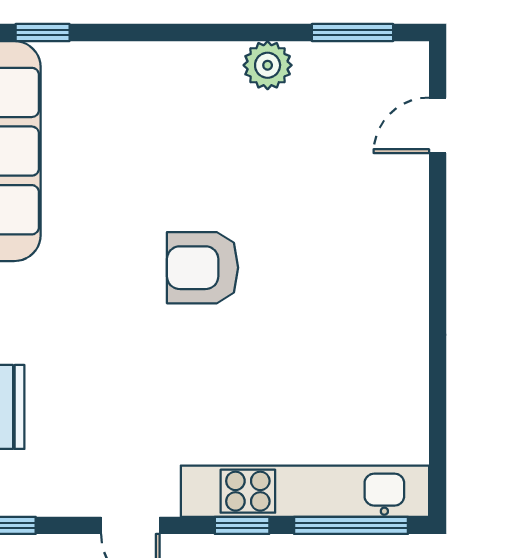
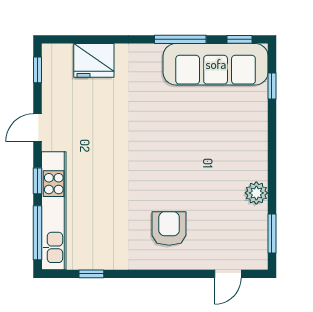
door: (438, 125) -> (228, 274), swing flipped
armchair: (203, 268) -> (169, 229), moved
window: (438, 412) -> (91, 274), added

